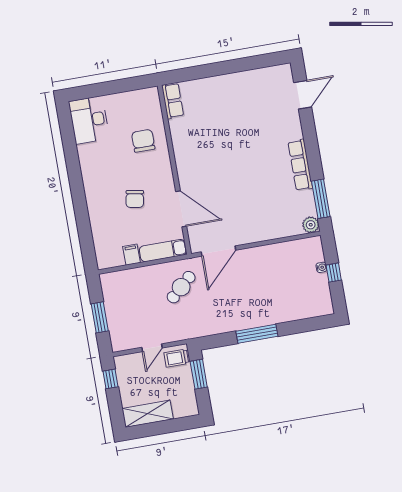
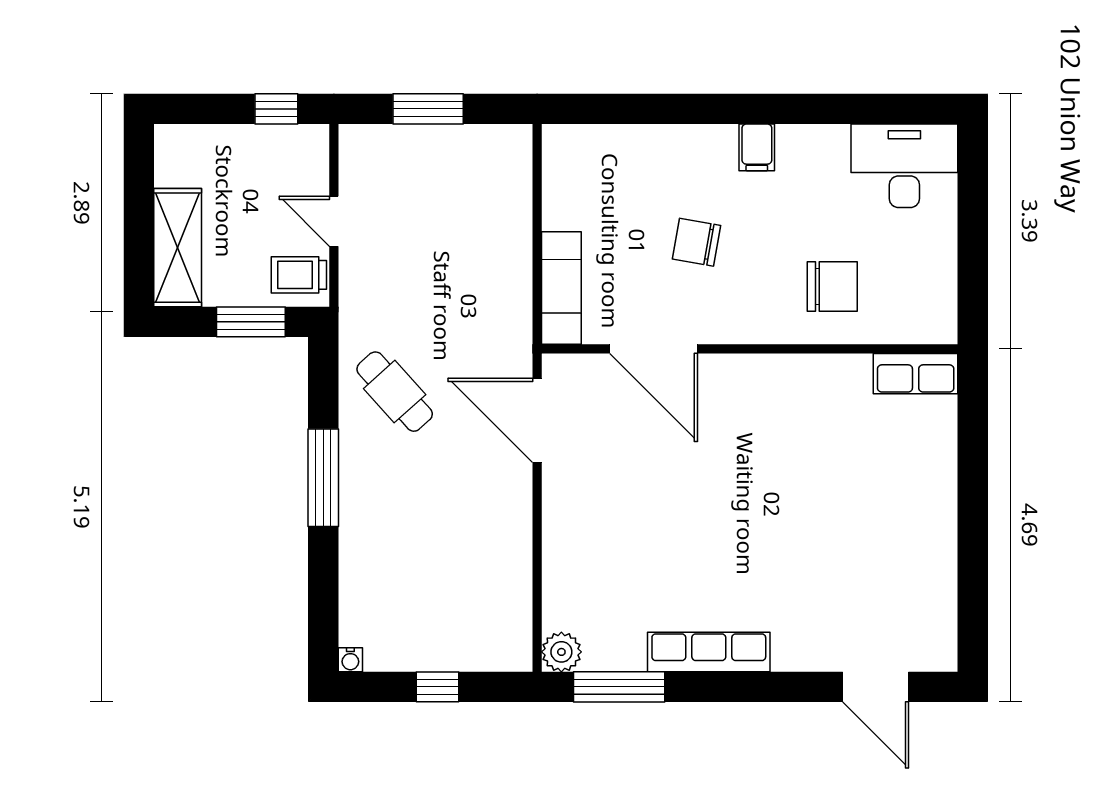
door: (181, 209) -> (654, 349), hinge flipped
filing cabinet: (131, 255) -> (757, 147), moved, turned 90
water cooler: (321, 267) -> (350, 660), moved
cafe table: (181, 287) -> (395, 392), moved
trolley: (176, 358) -> (299, 275), turned -90
shelving: (148, 414) -> (178, 248), moved

